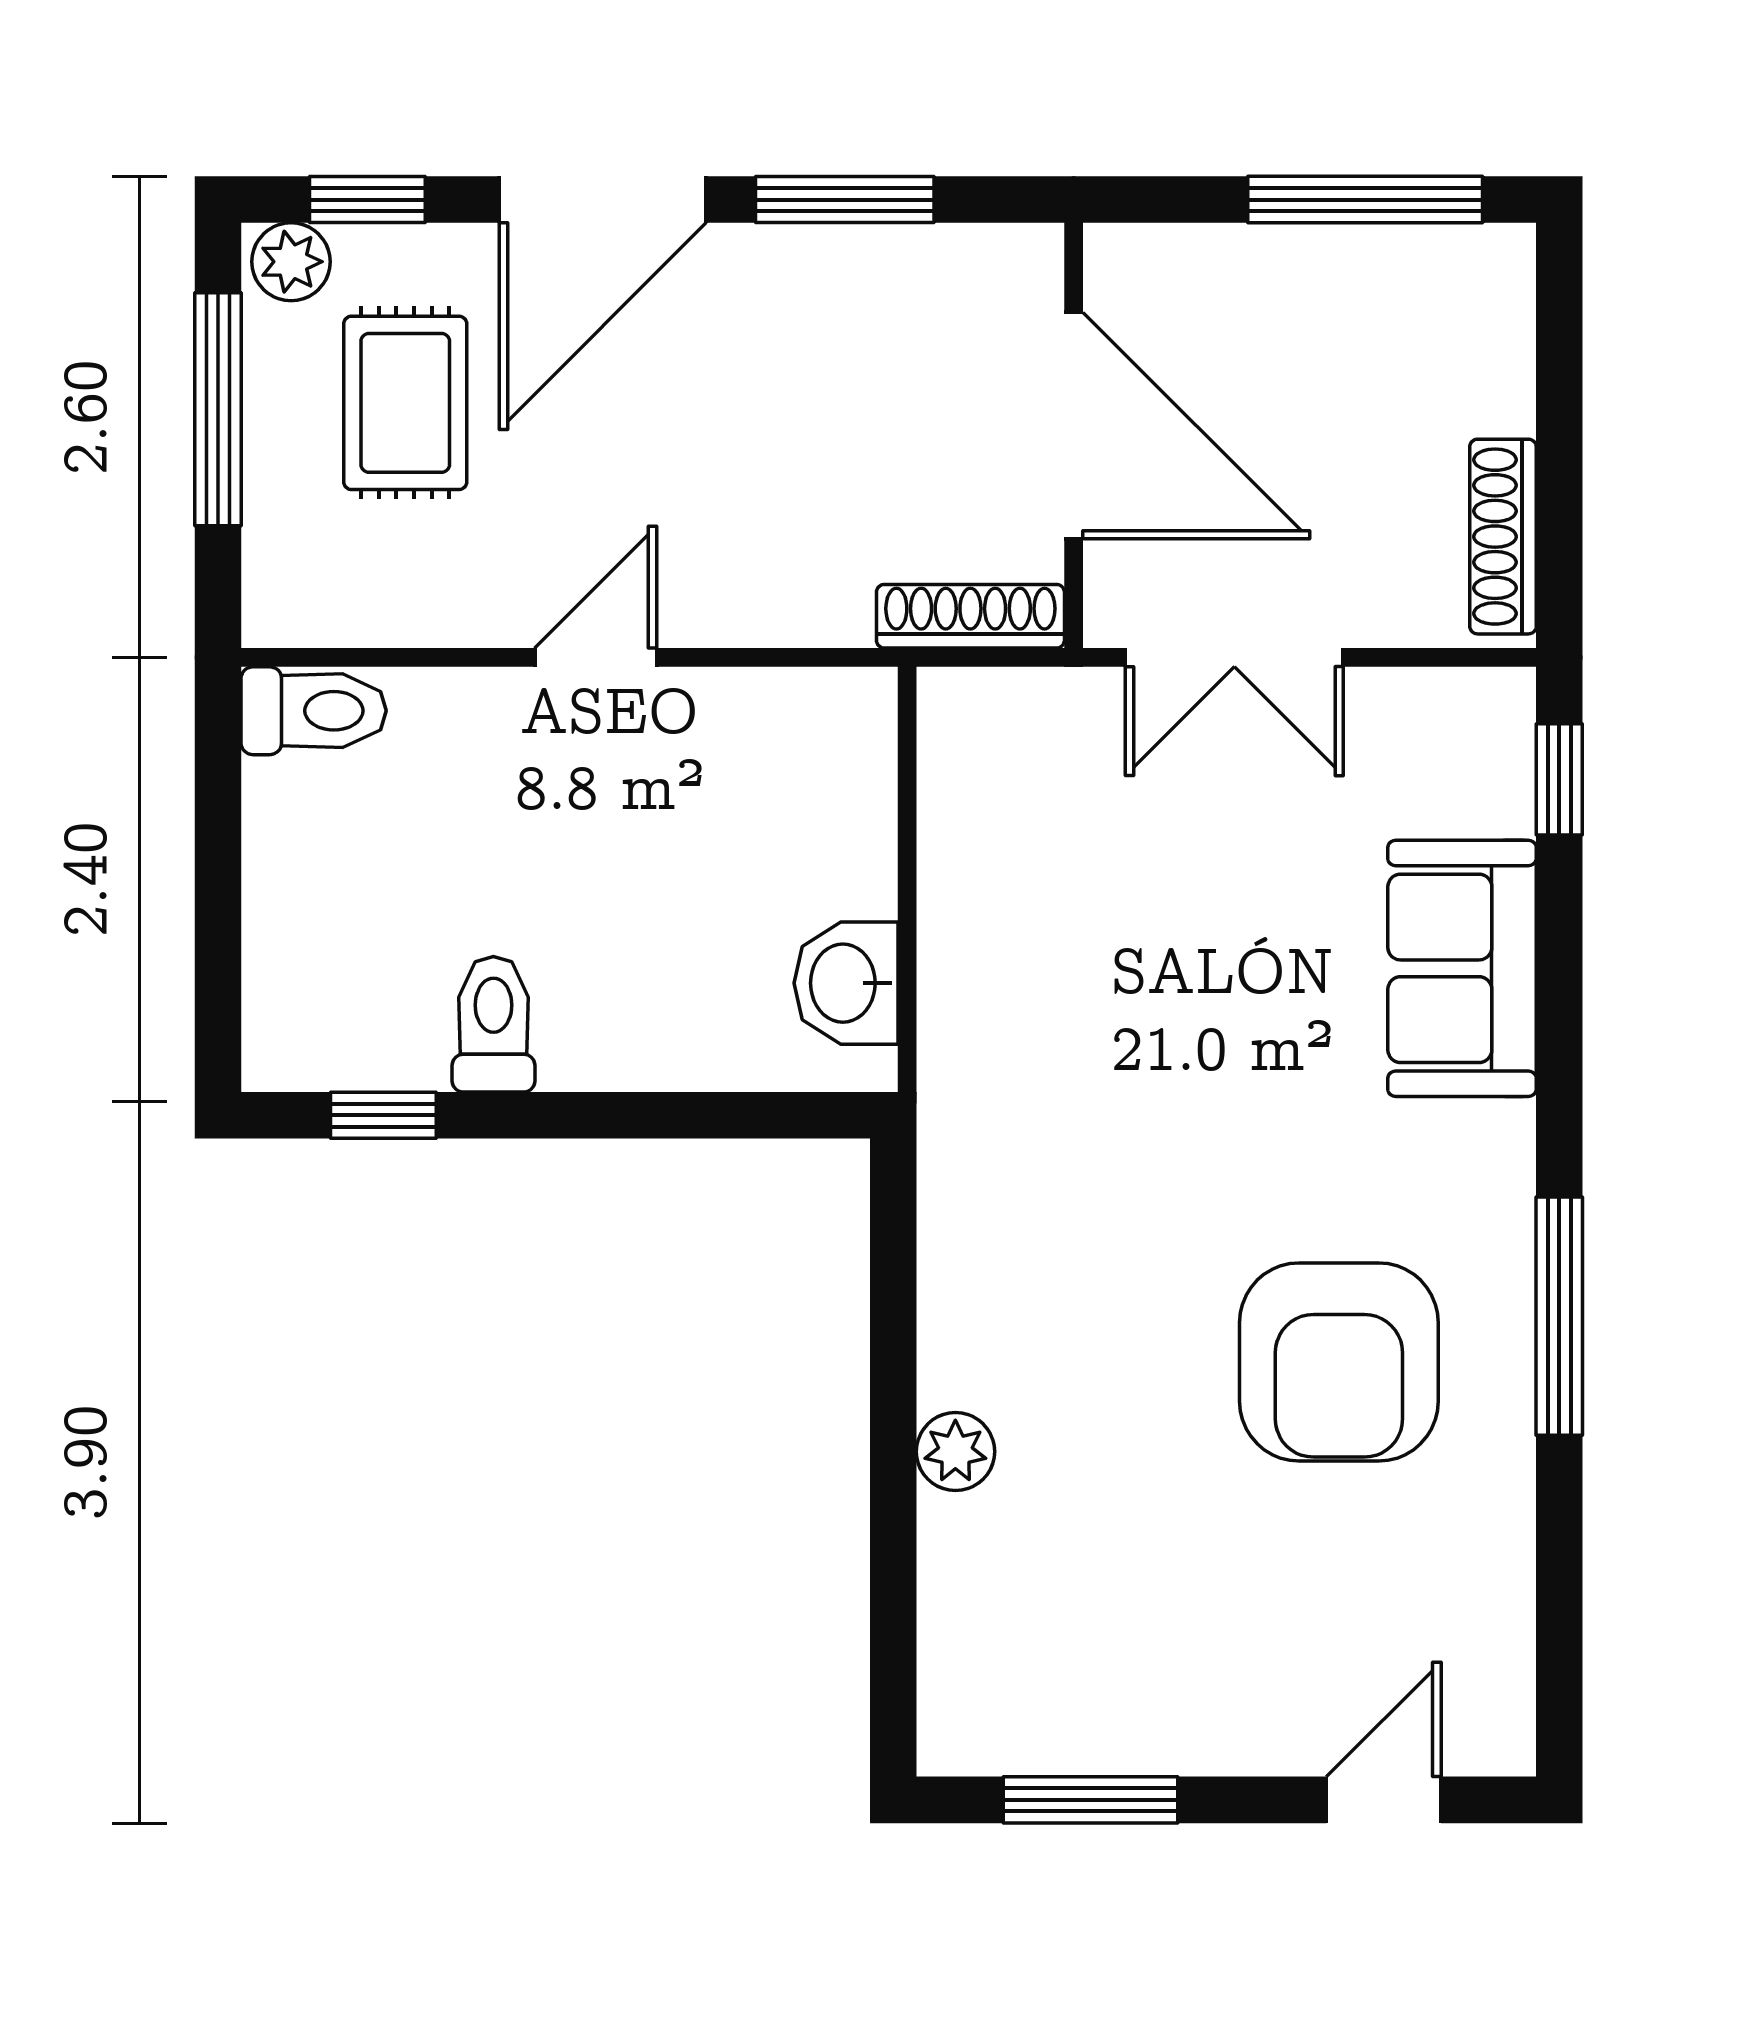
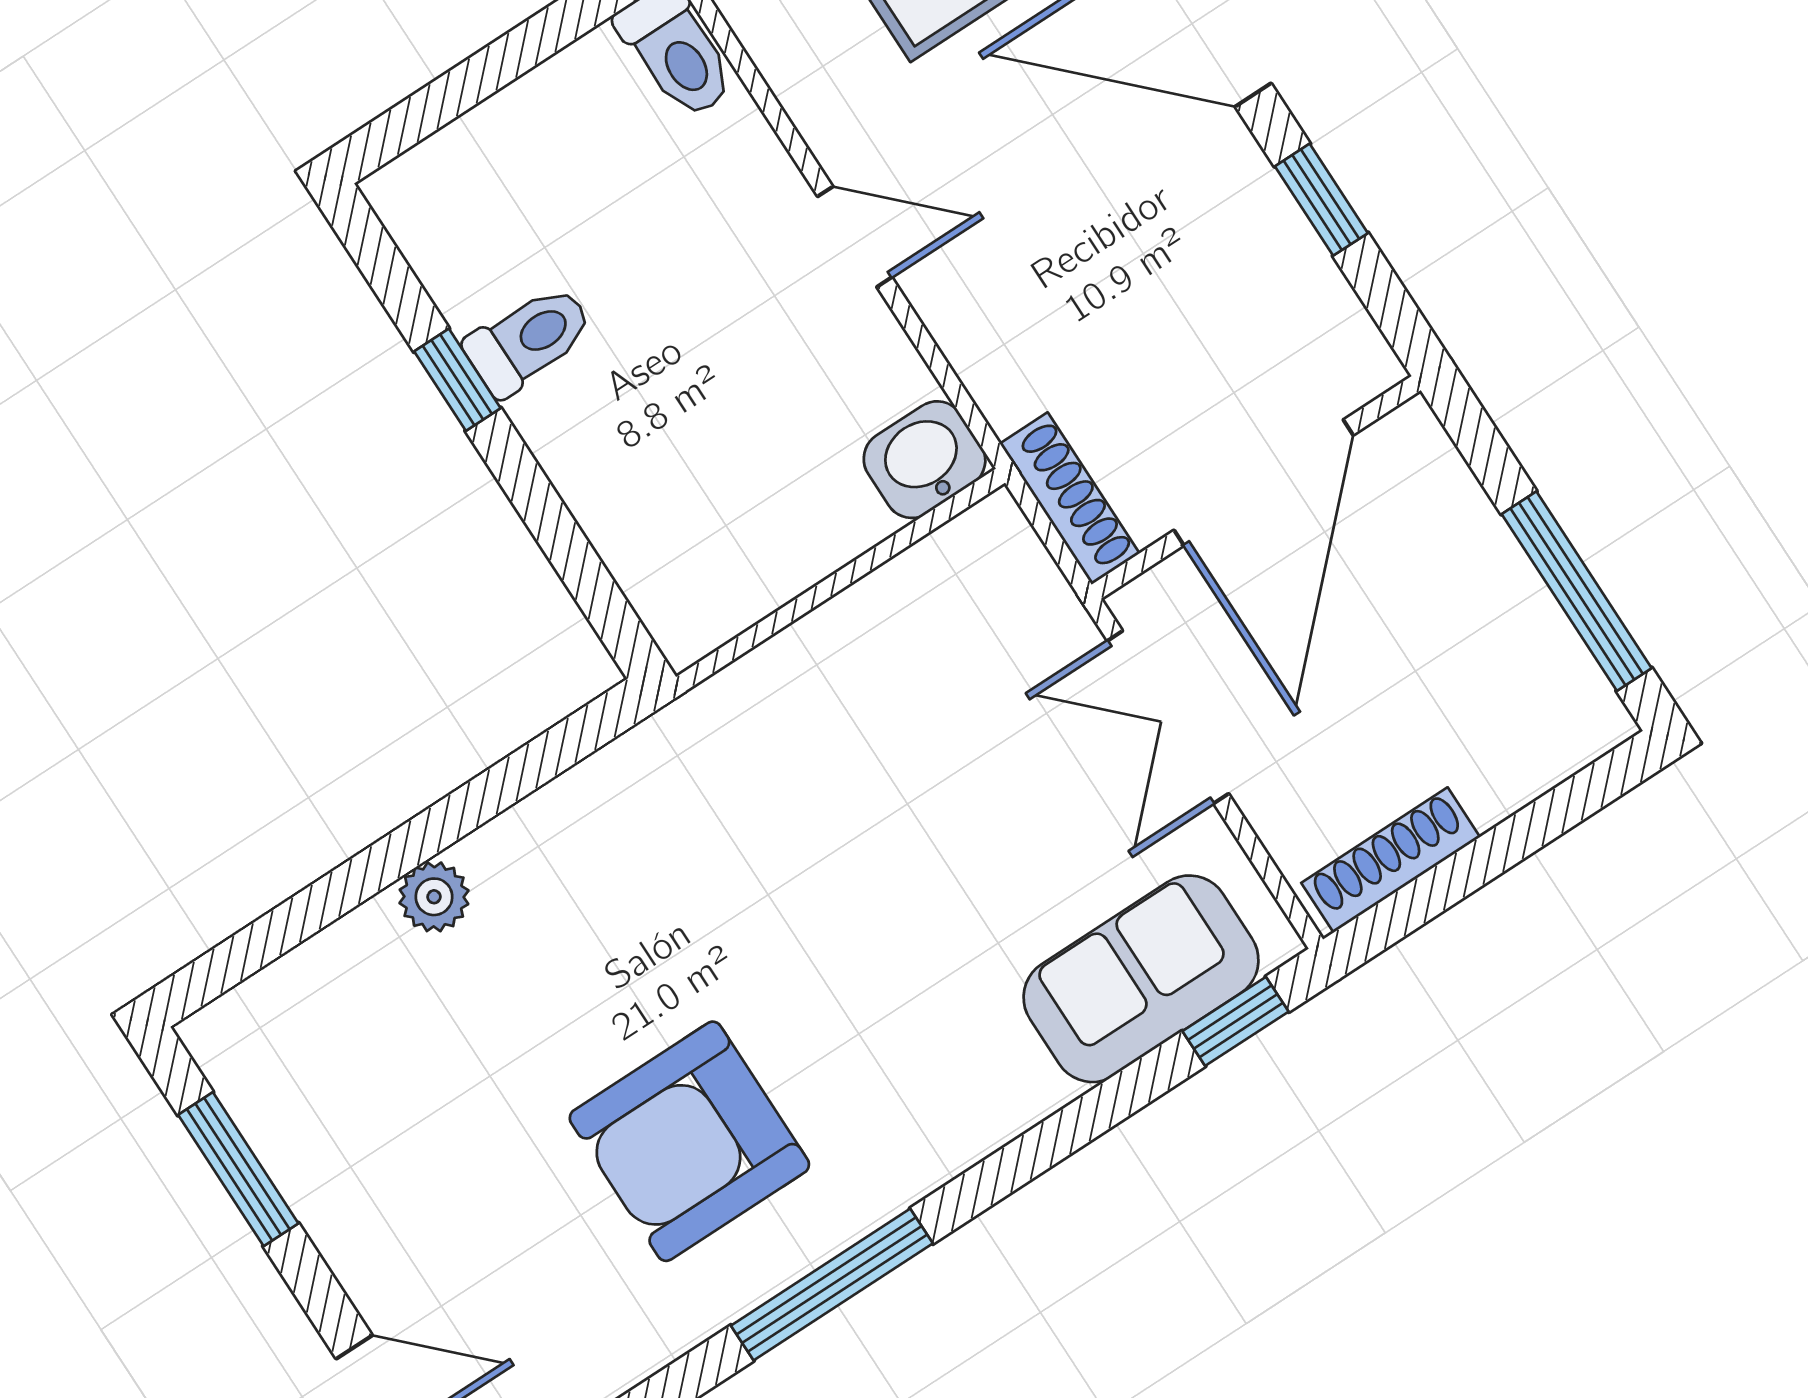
window: (845, 200) -> (1321, 200), width x0.67
sofa: (1462, 968) -> (1141, 979), moved
washbasin: (846, 983) -> (925, 460), moved
window: (383, 1115) -> (457, 380), moved

